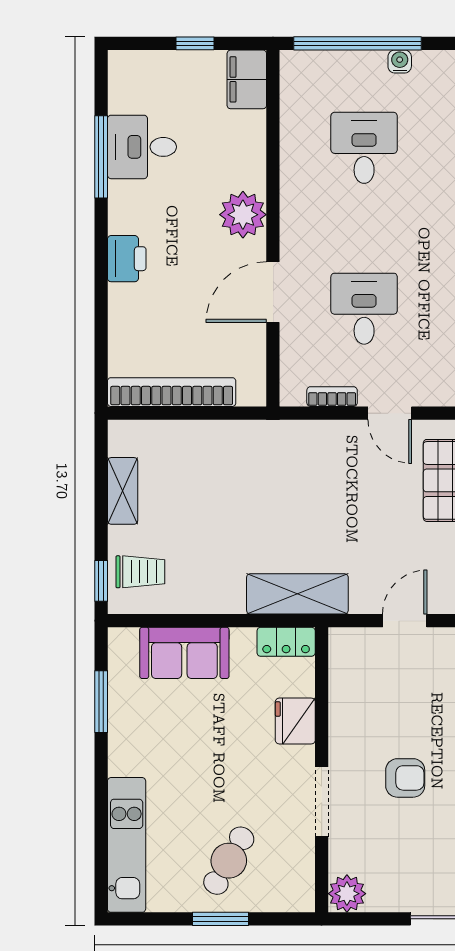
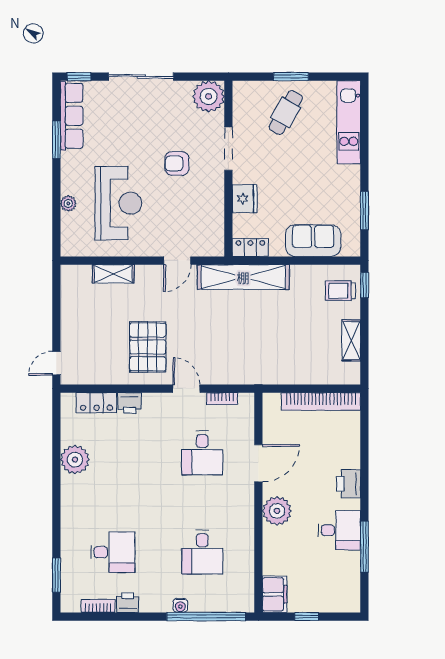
desk: (142, 147) -> (339, 530), moved
shelving: (297, 594) -> (243, 277), width x1.47
plant: (347, 894) -> (209, 96), width x1.36, depth x1.36

